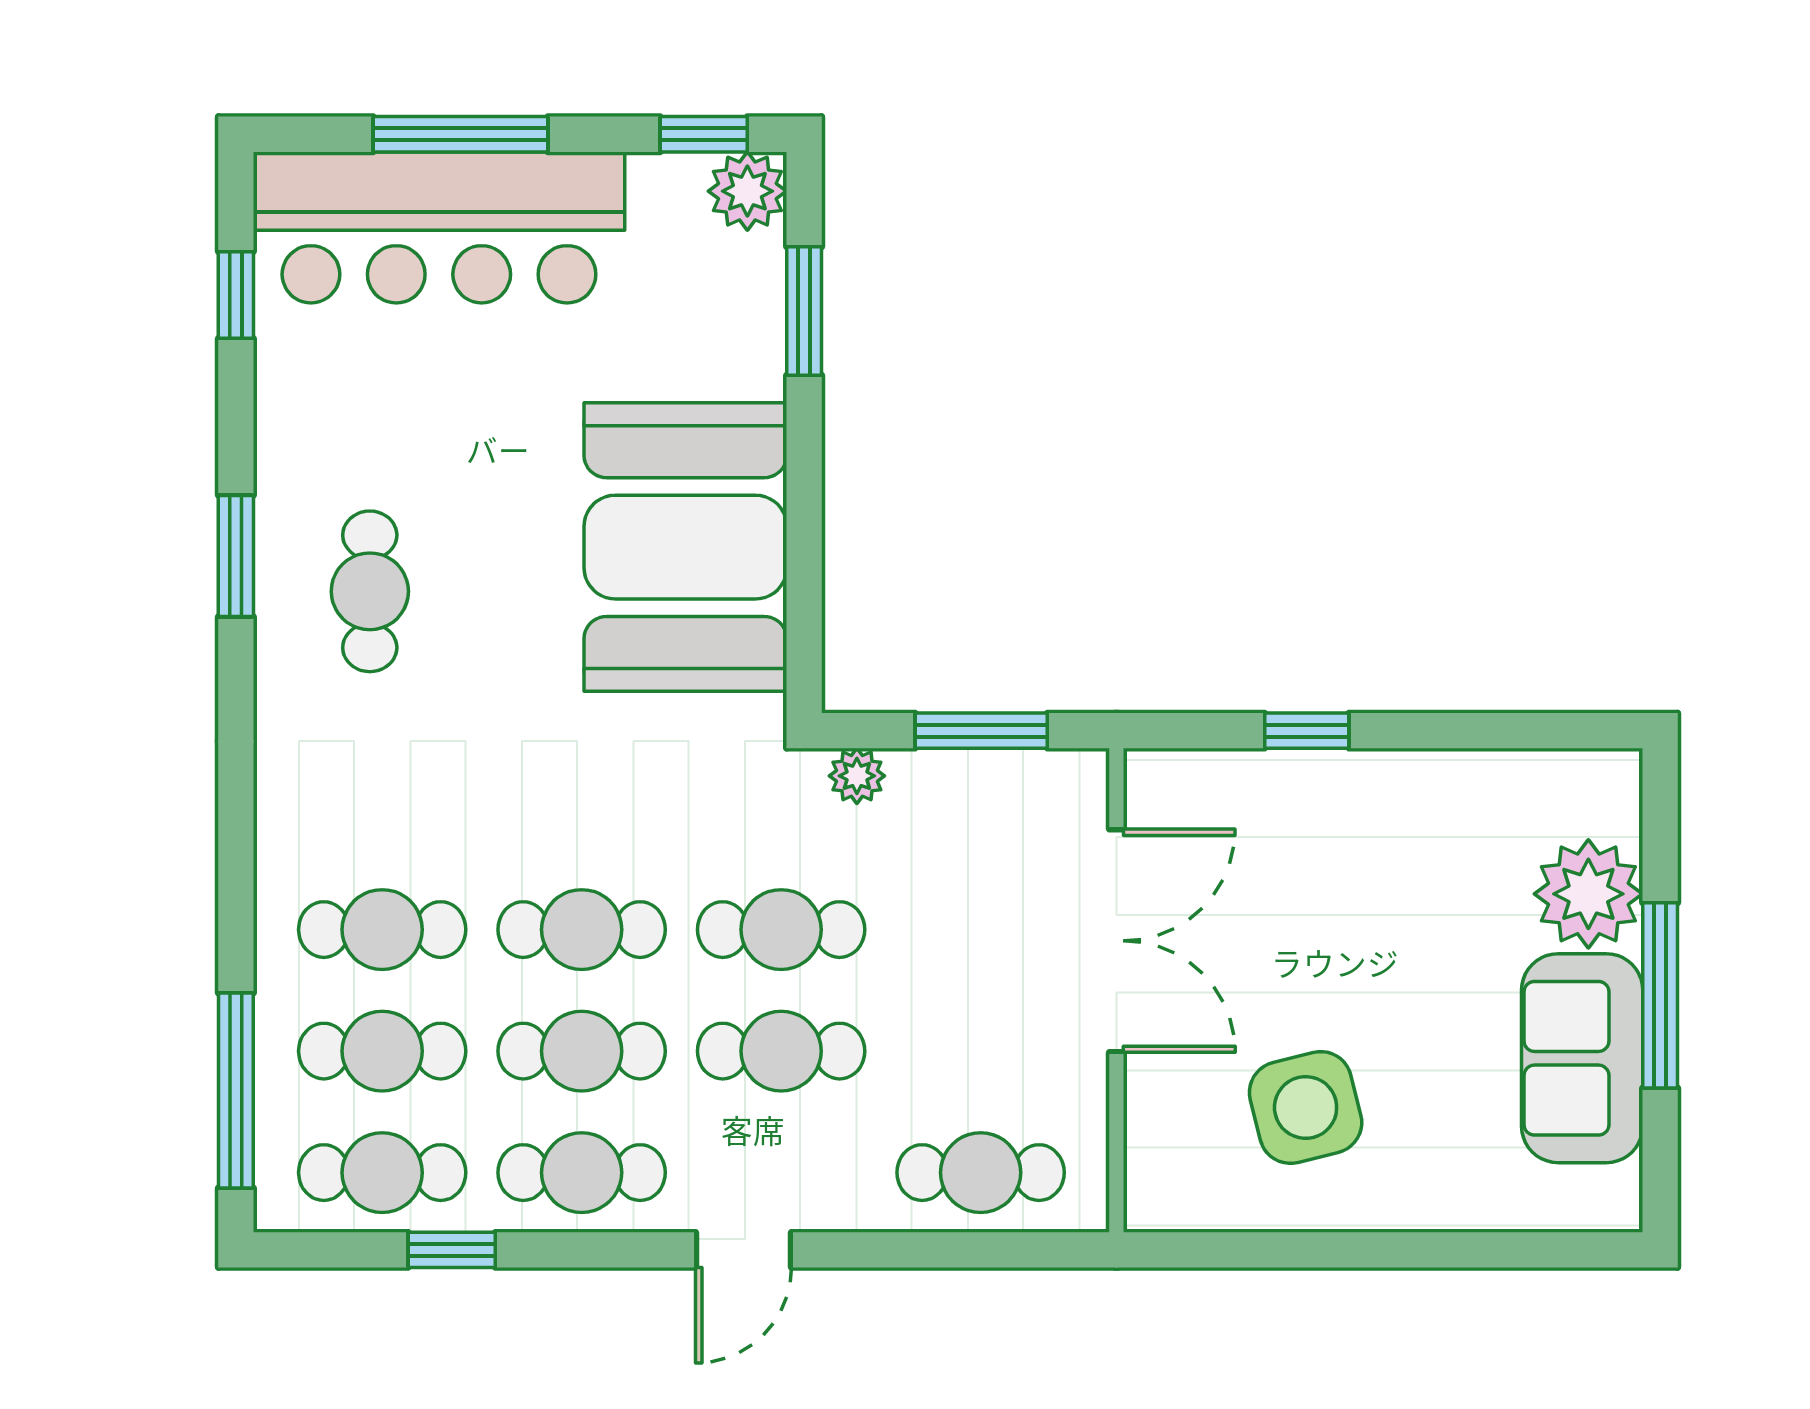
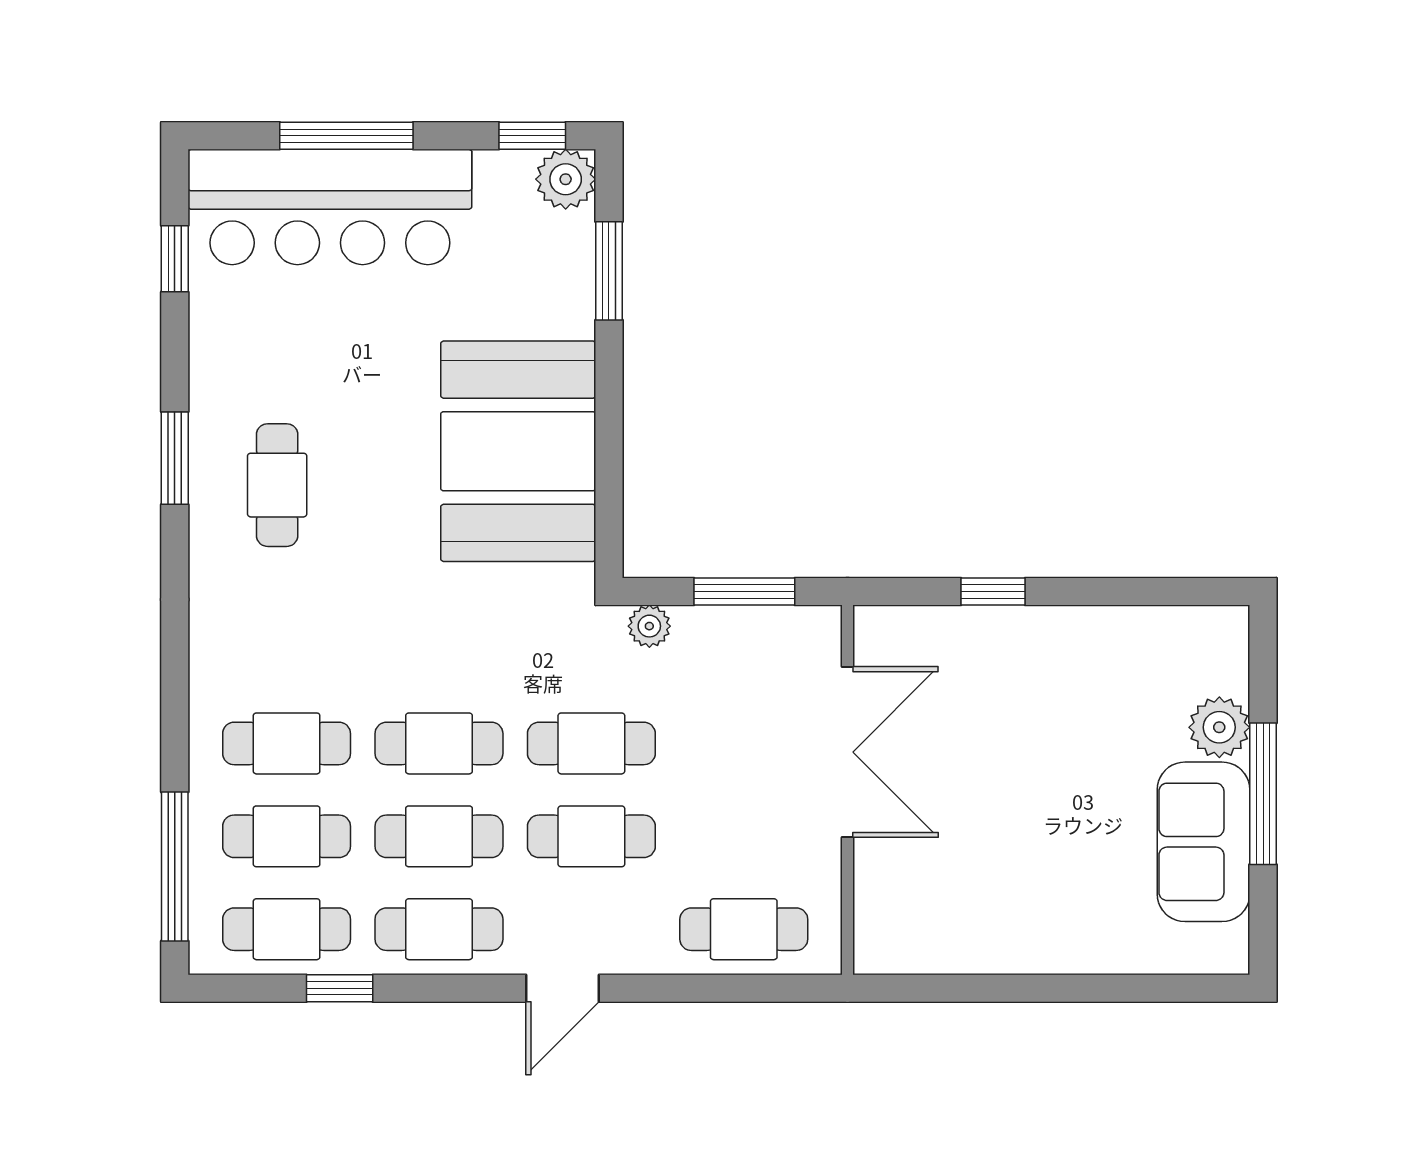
plant: (1588, 894) -> (1219, 727), width x0.73, depth x0.73
side table: (1306, 1107) -> (992, 879), removed

